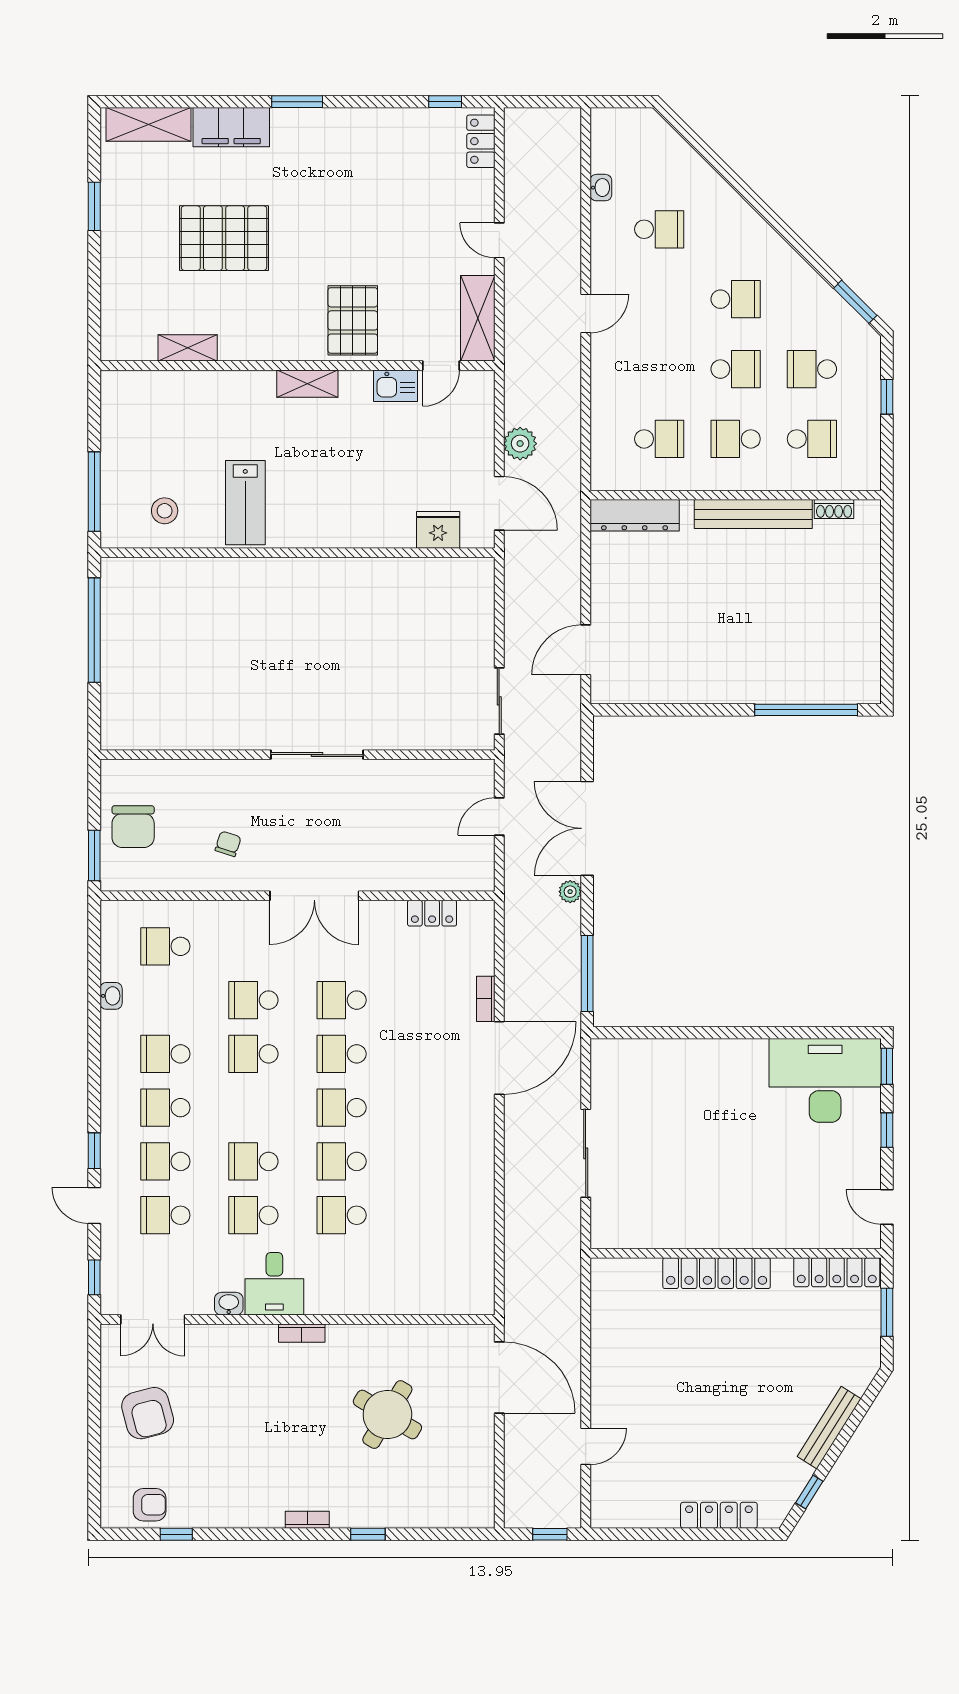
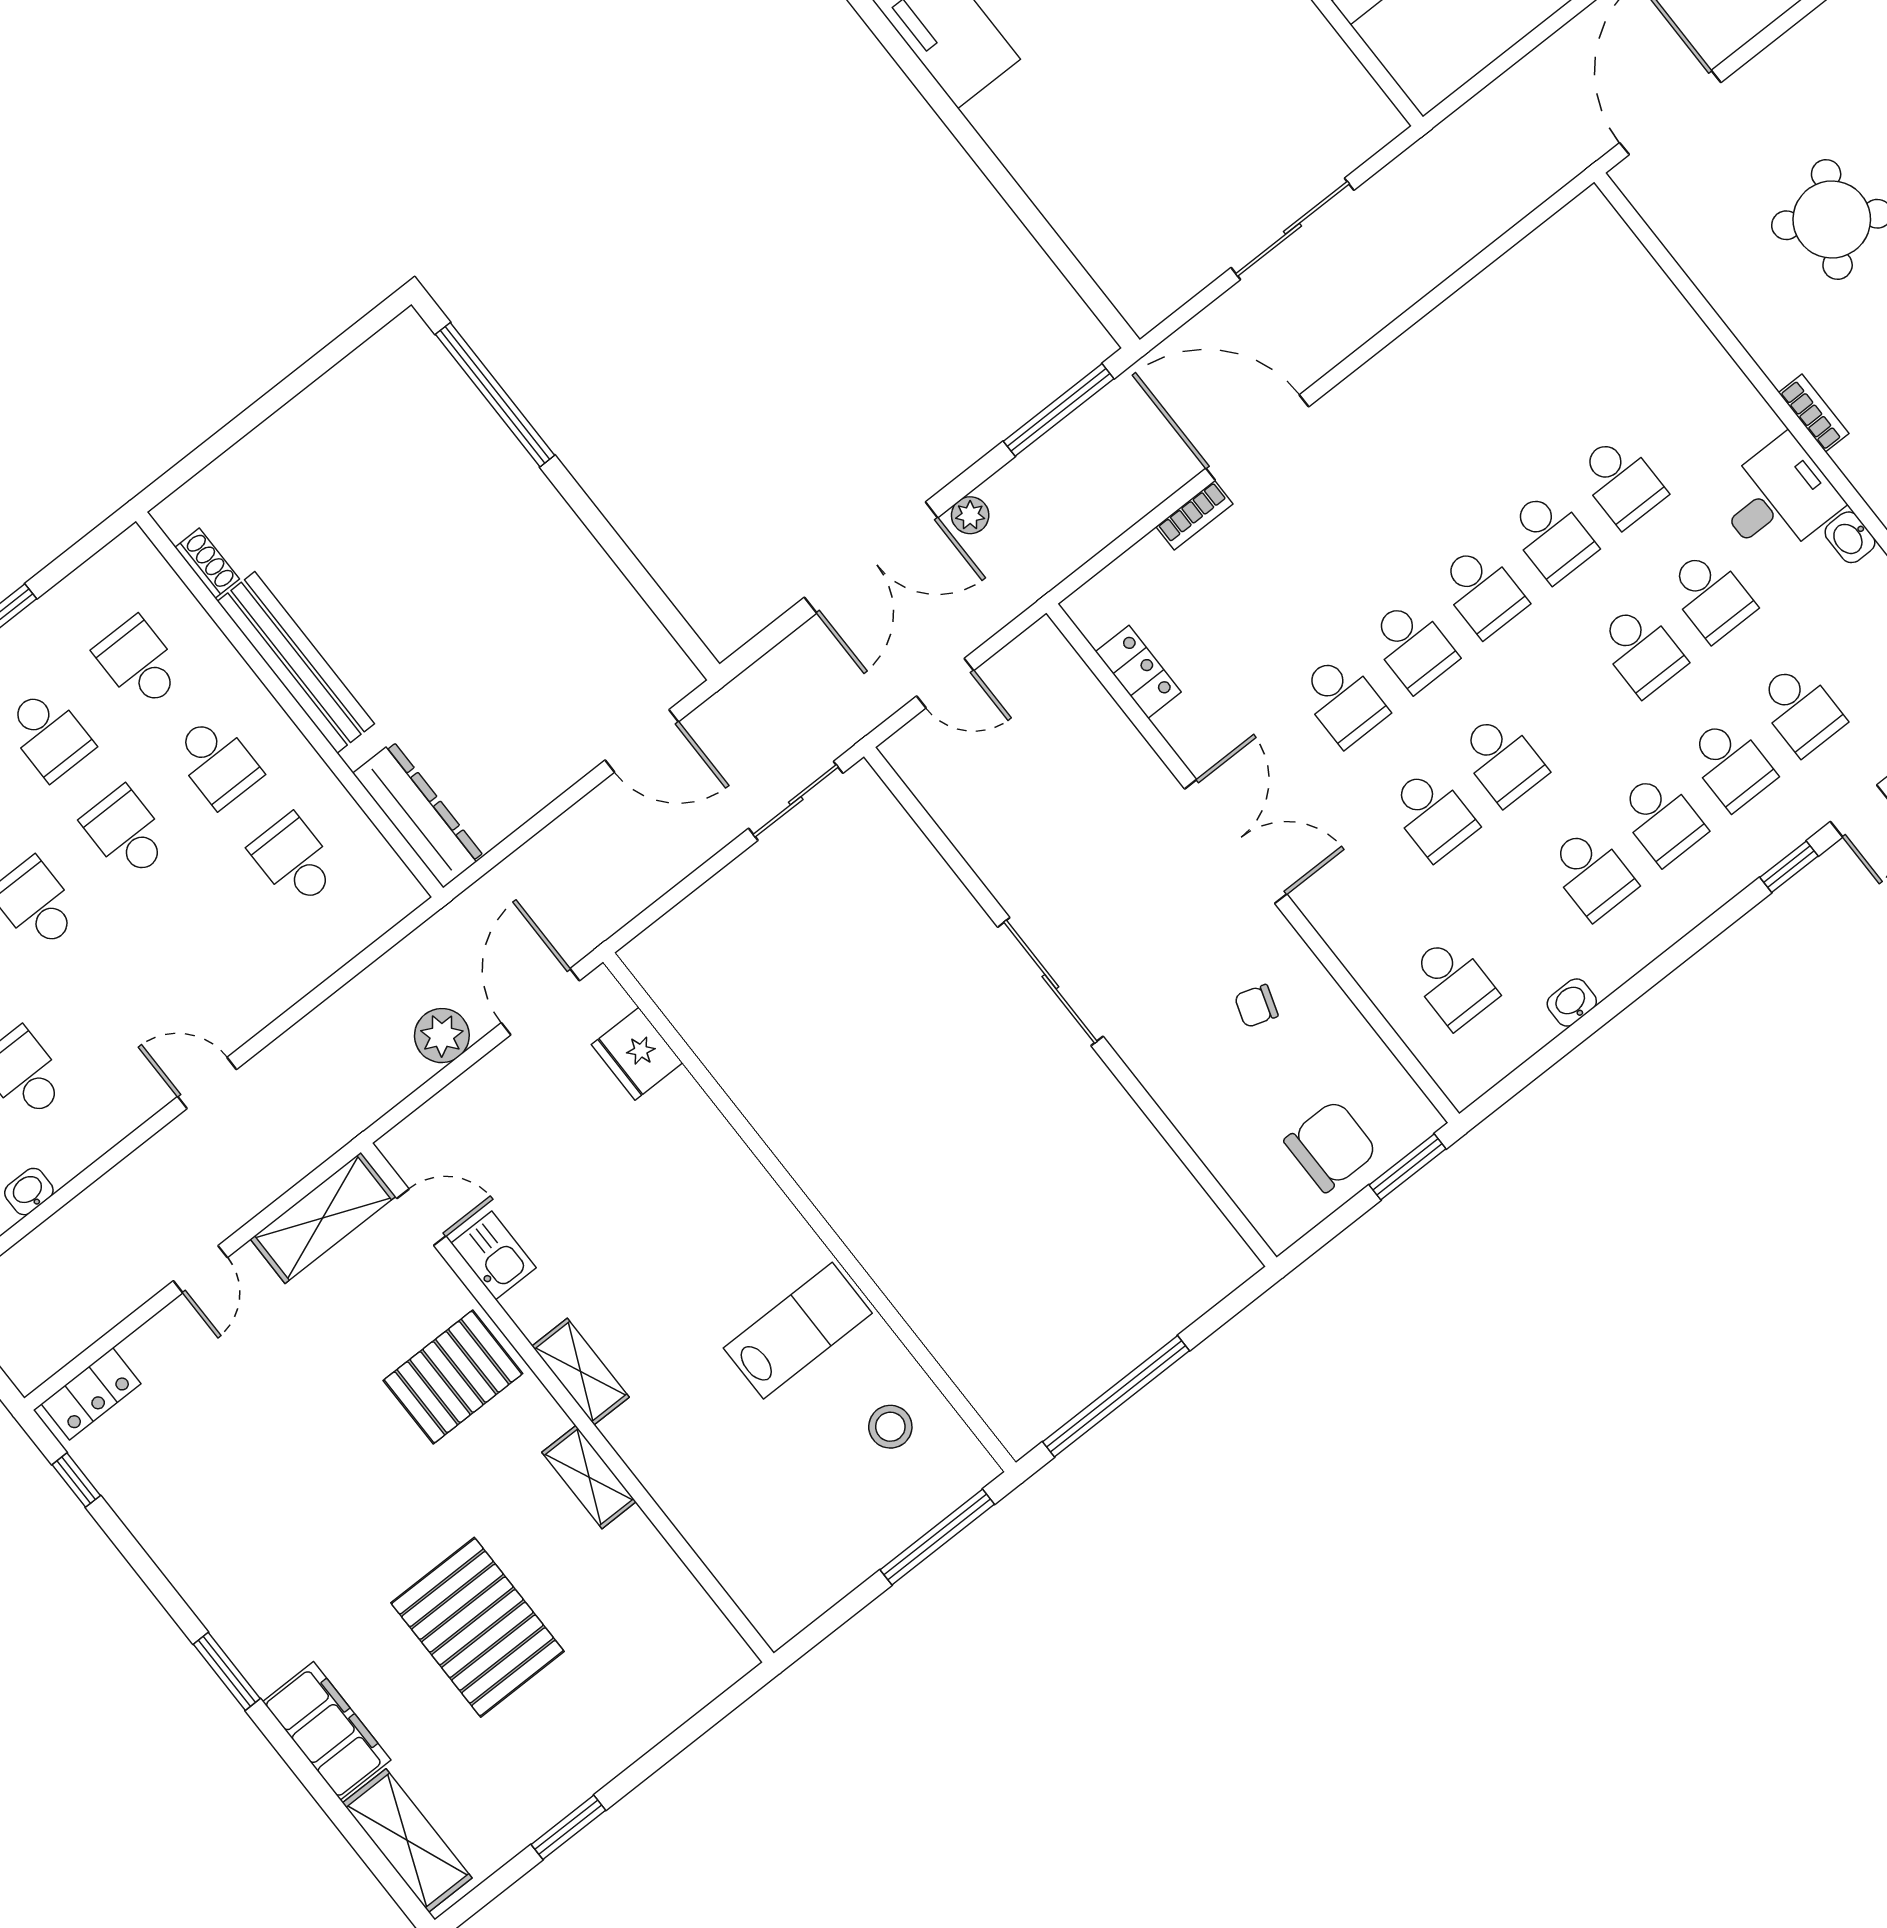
shelving: (188, 348) -> (589, 1477), moved

